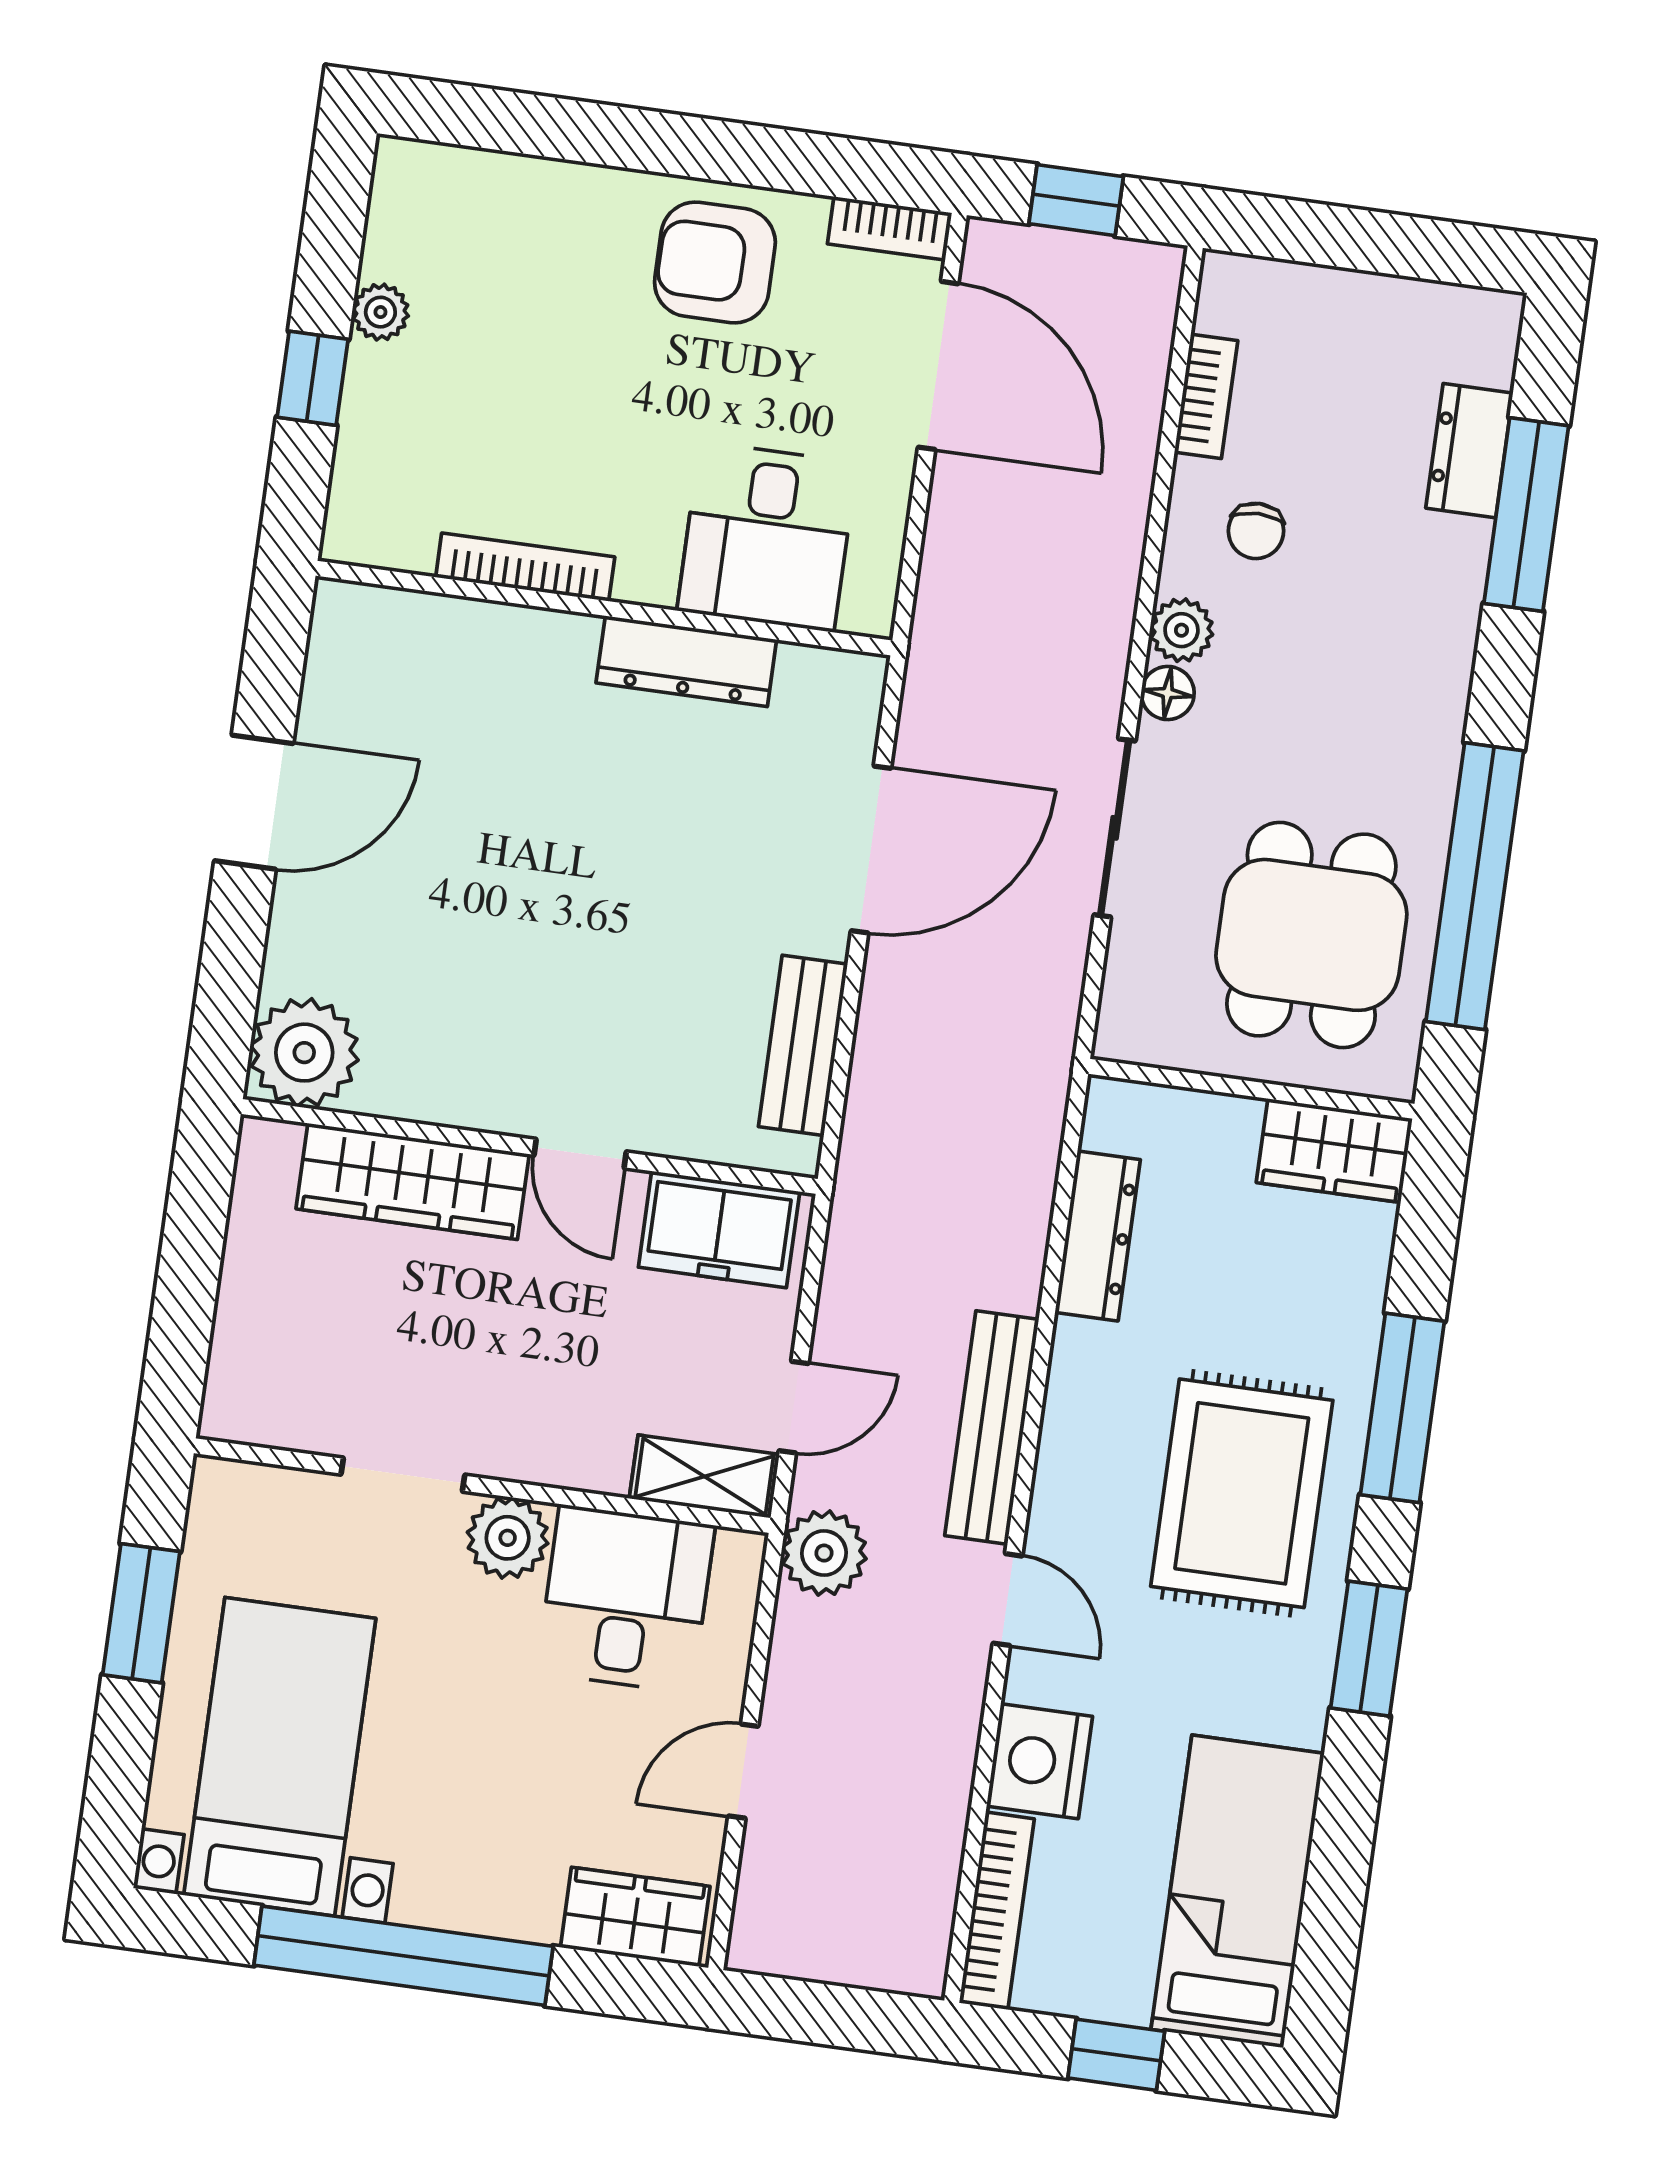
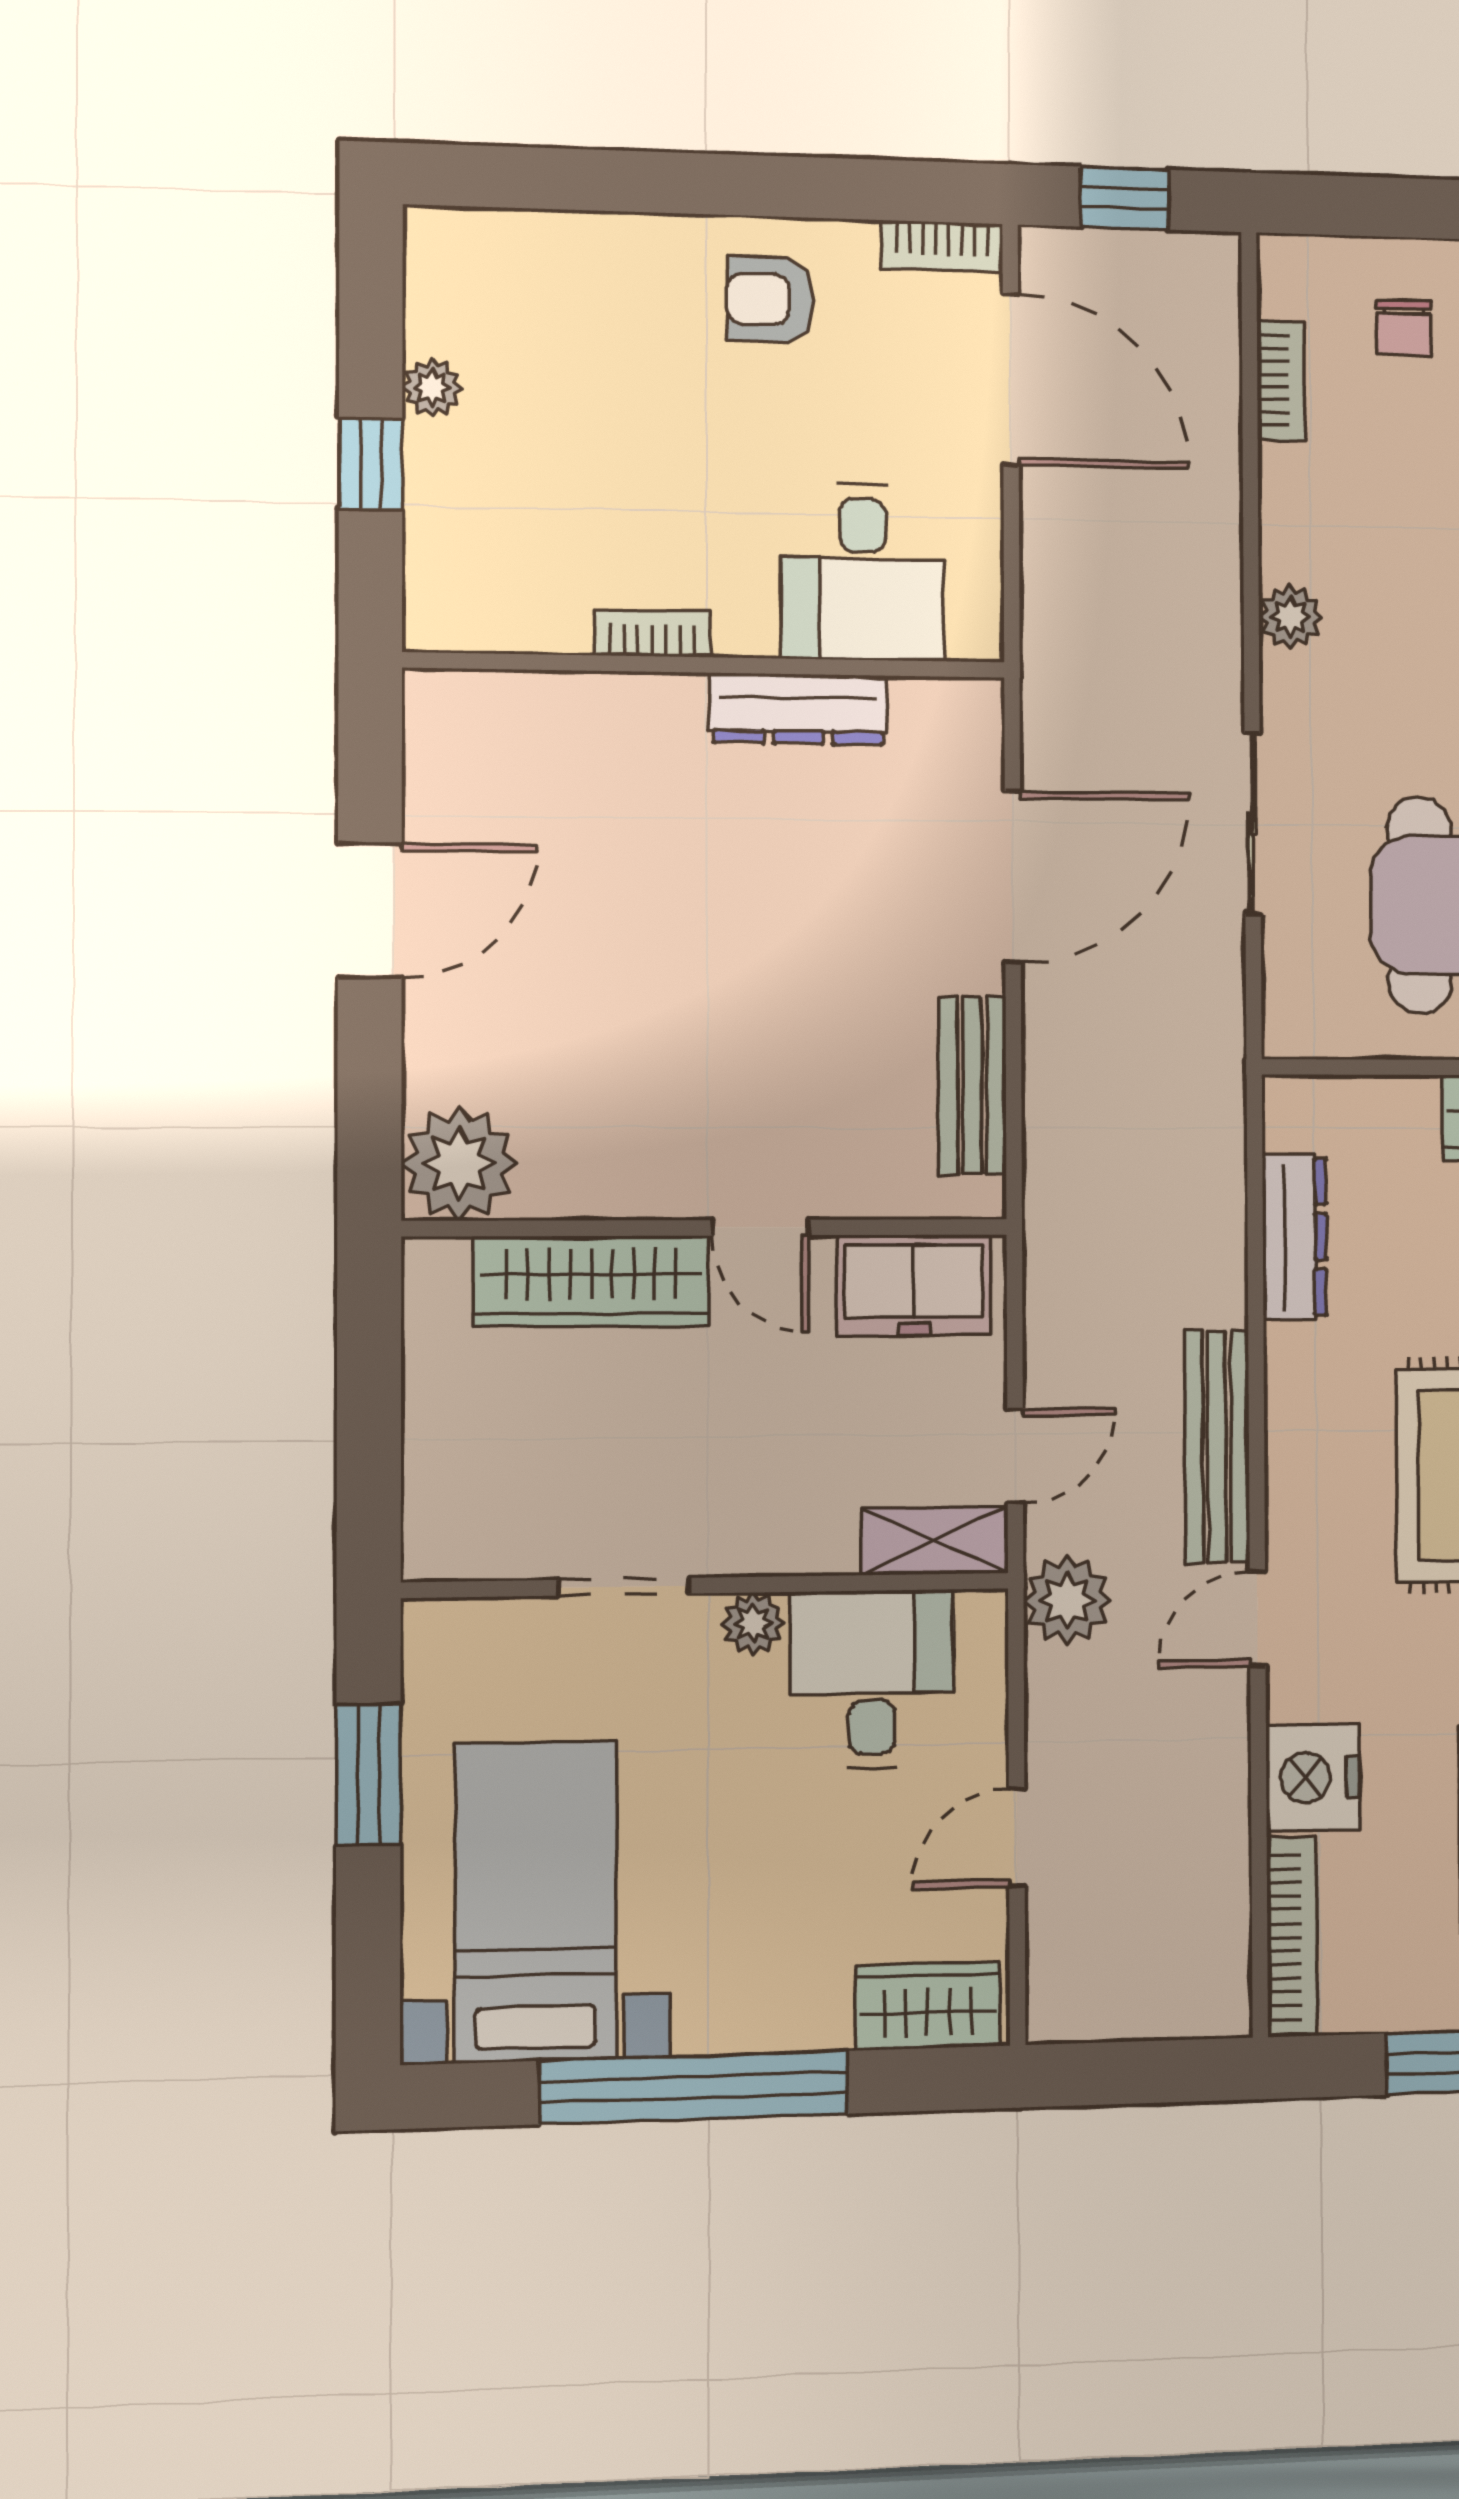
armchair: (715, 262) -> (770, 300), width x0.72, depth x0.72
chair: (1256, 531) -> (1404, 328), moved
bookcase: (525, 567) -> (652, 633), width x0.64
floor lamp: (1168, 693) -> (1286, 682), removed
plant: (508, 1538) -> (753, 1624), width x0.73, depth x0.73
door: (1007, 1600) -> (1258, 1619), swing flipped

